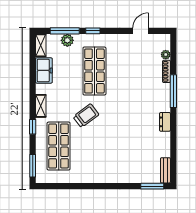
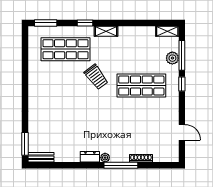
plant: (166, 55) -> (105, 158), moved
freezer: (44, 70) -> (142, 34), removed

